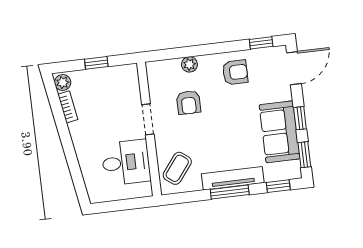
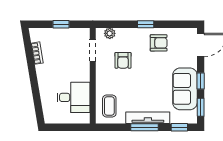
window: (261, 43) -> (146, 24), moved
plant: (189, 64) -> (110, 33), moved
plant: (63, 82) -> (35, 35), removed
doorway: (148, 119) -> (93, 50), moved
coffee table: (177, 168) -> (109, 106), turned -38

